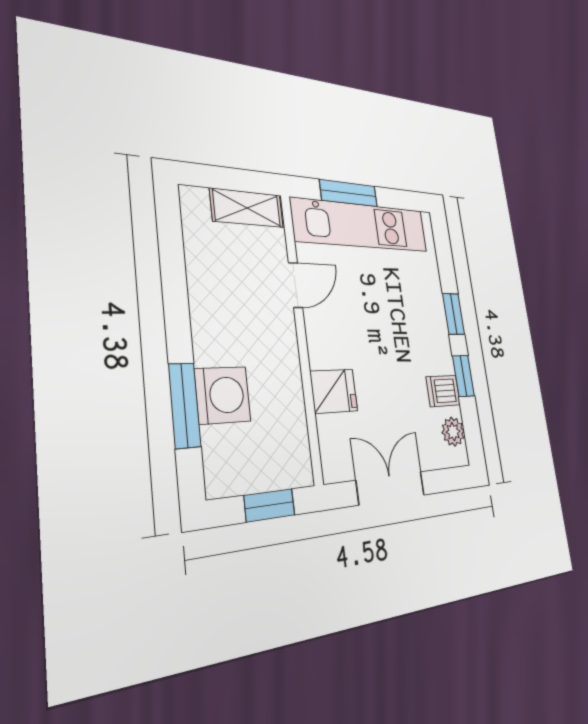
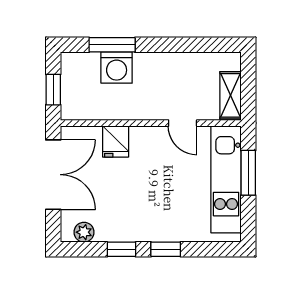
dishwasher: (443, 391) -> (112, 229), removed
double door: (391, 488) -> (53, 175), width x1.37

